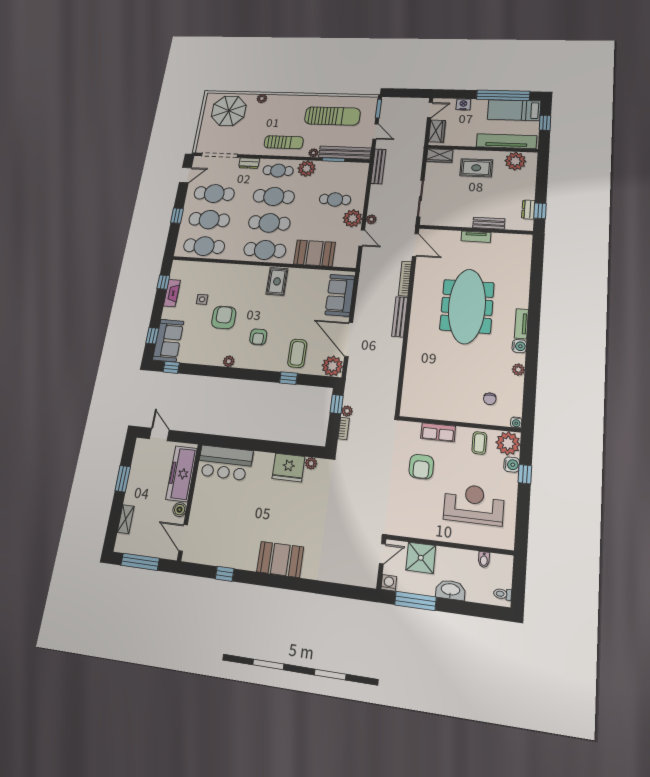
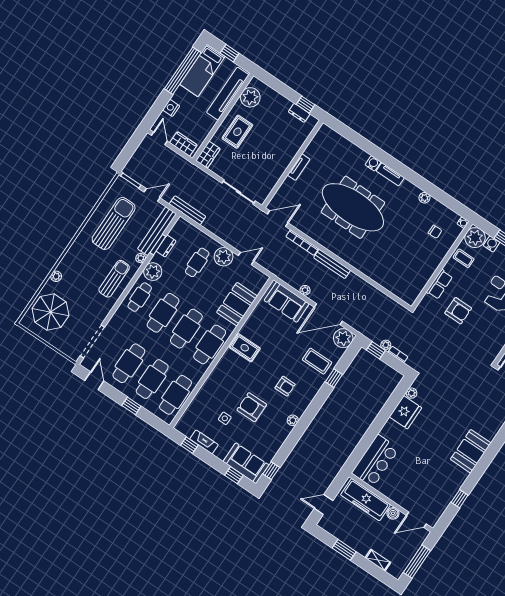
dresser: (249, 163) -> (166, 246), moved
plant: (371, 219) -> (305, 290), moved
bench: (489, 223) -> (293, 150), removed
water cooler: (519, 346) -> (373, 163), moved

